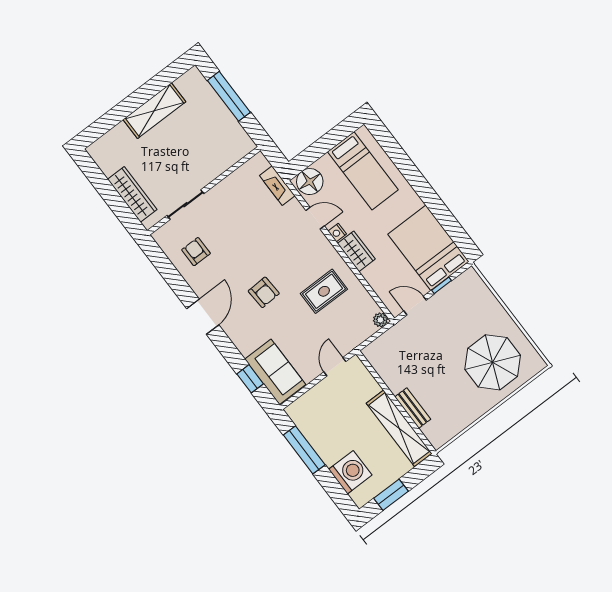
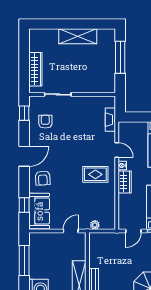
floor lamp: (310, 182) -> (128, 130), removed
window: (161, 261) -> (24, 113), added
rug: (324, 291) -> (95, 174), moved
armchair: (264, 292) -> (43, 178), moved
door: (415, 306) -> (133, 231), swing flipped
plant: (380, 320) -> (95, 225), moved

